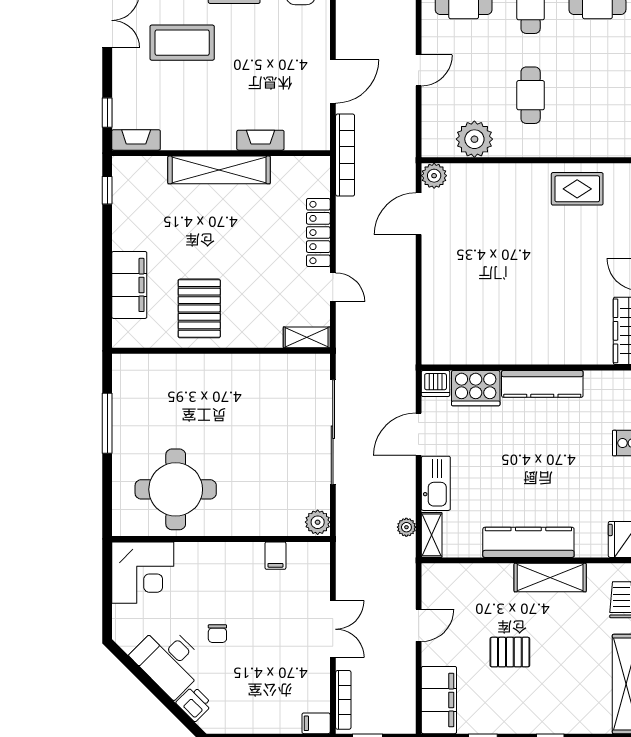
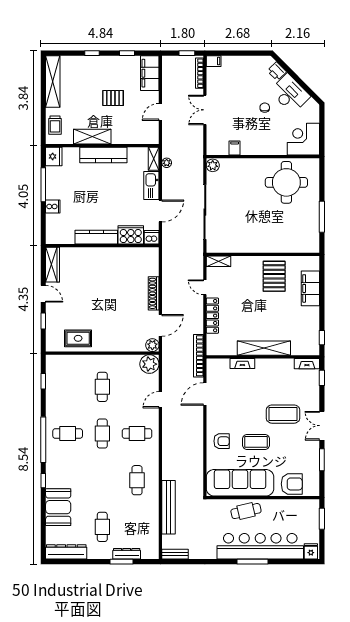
plant: (474, 139) -> (149, 364), moved
shoe rack: (432, 275) -> (154, 293), added

